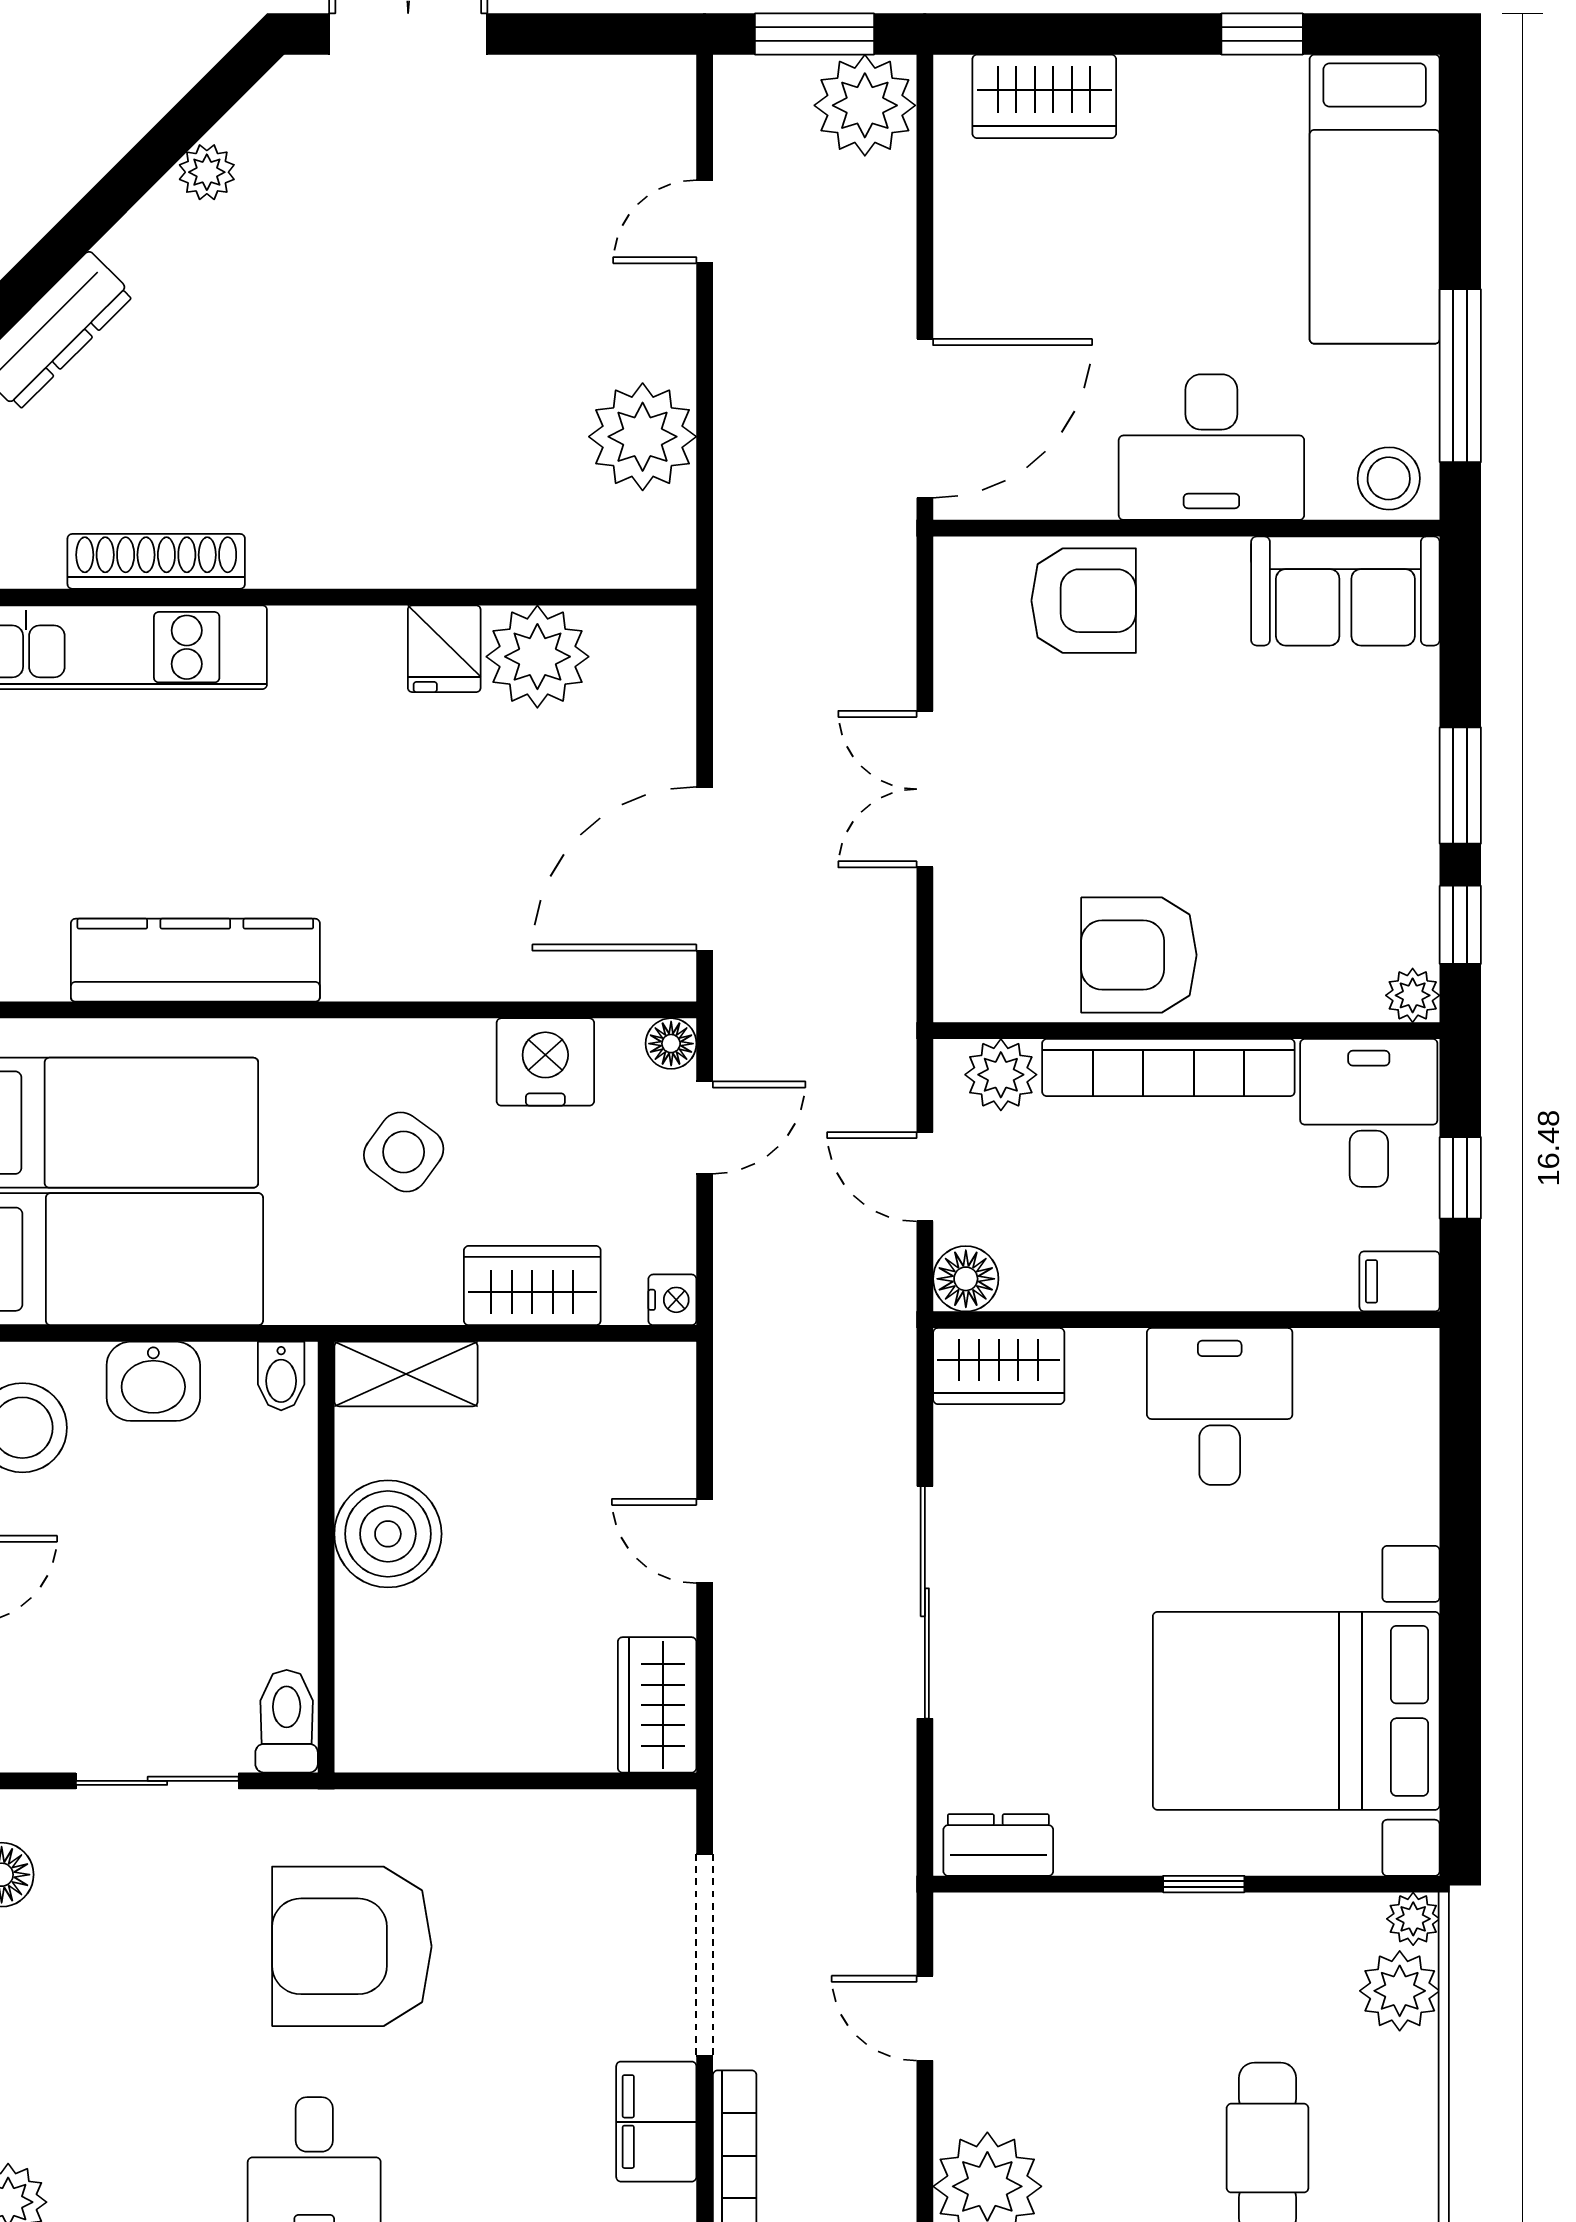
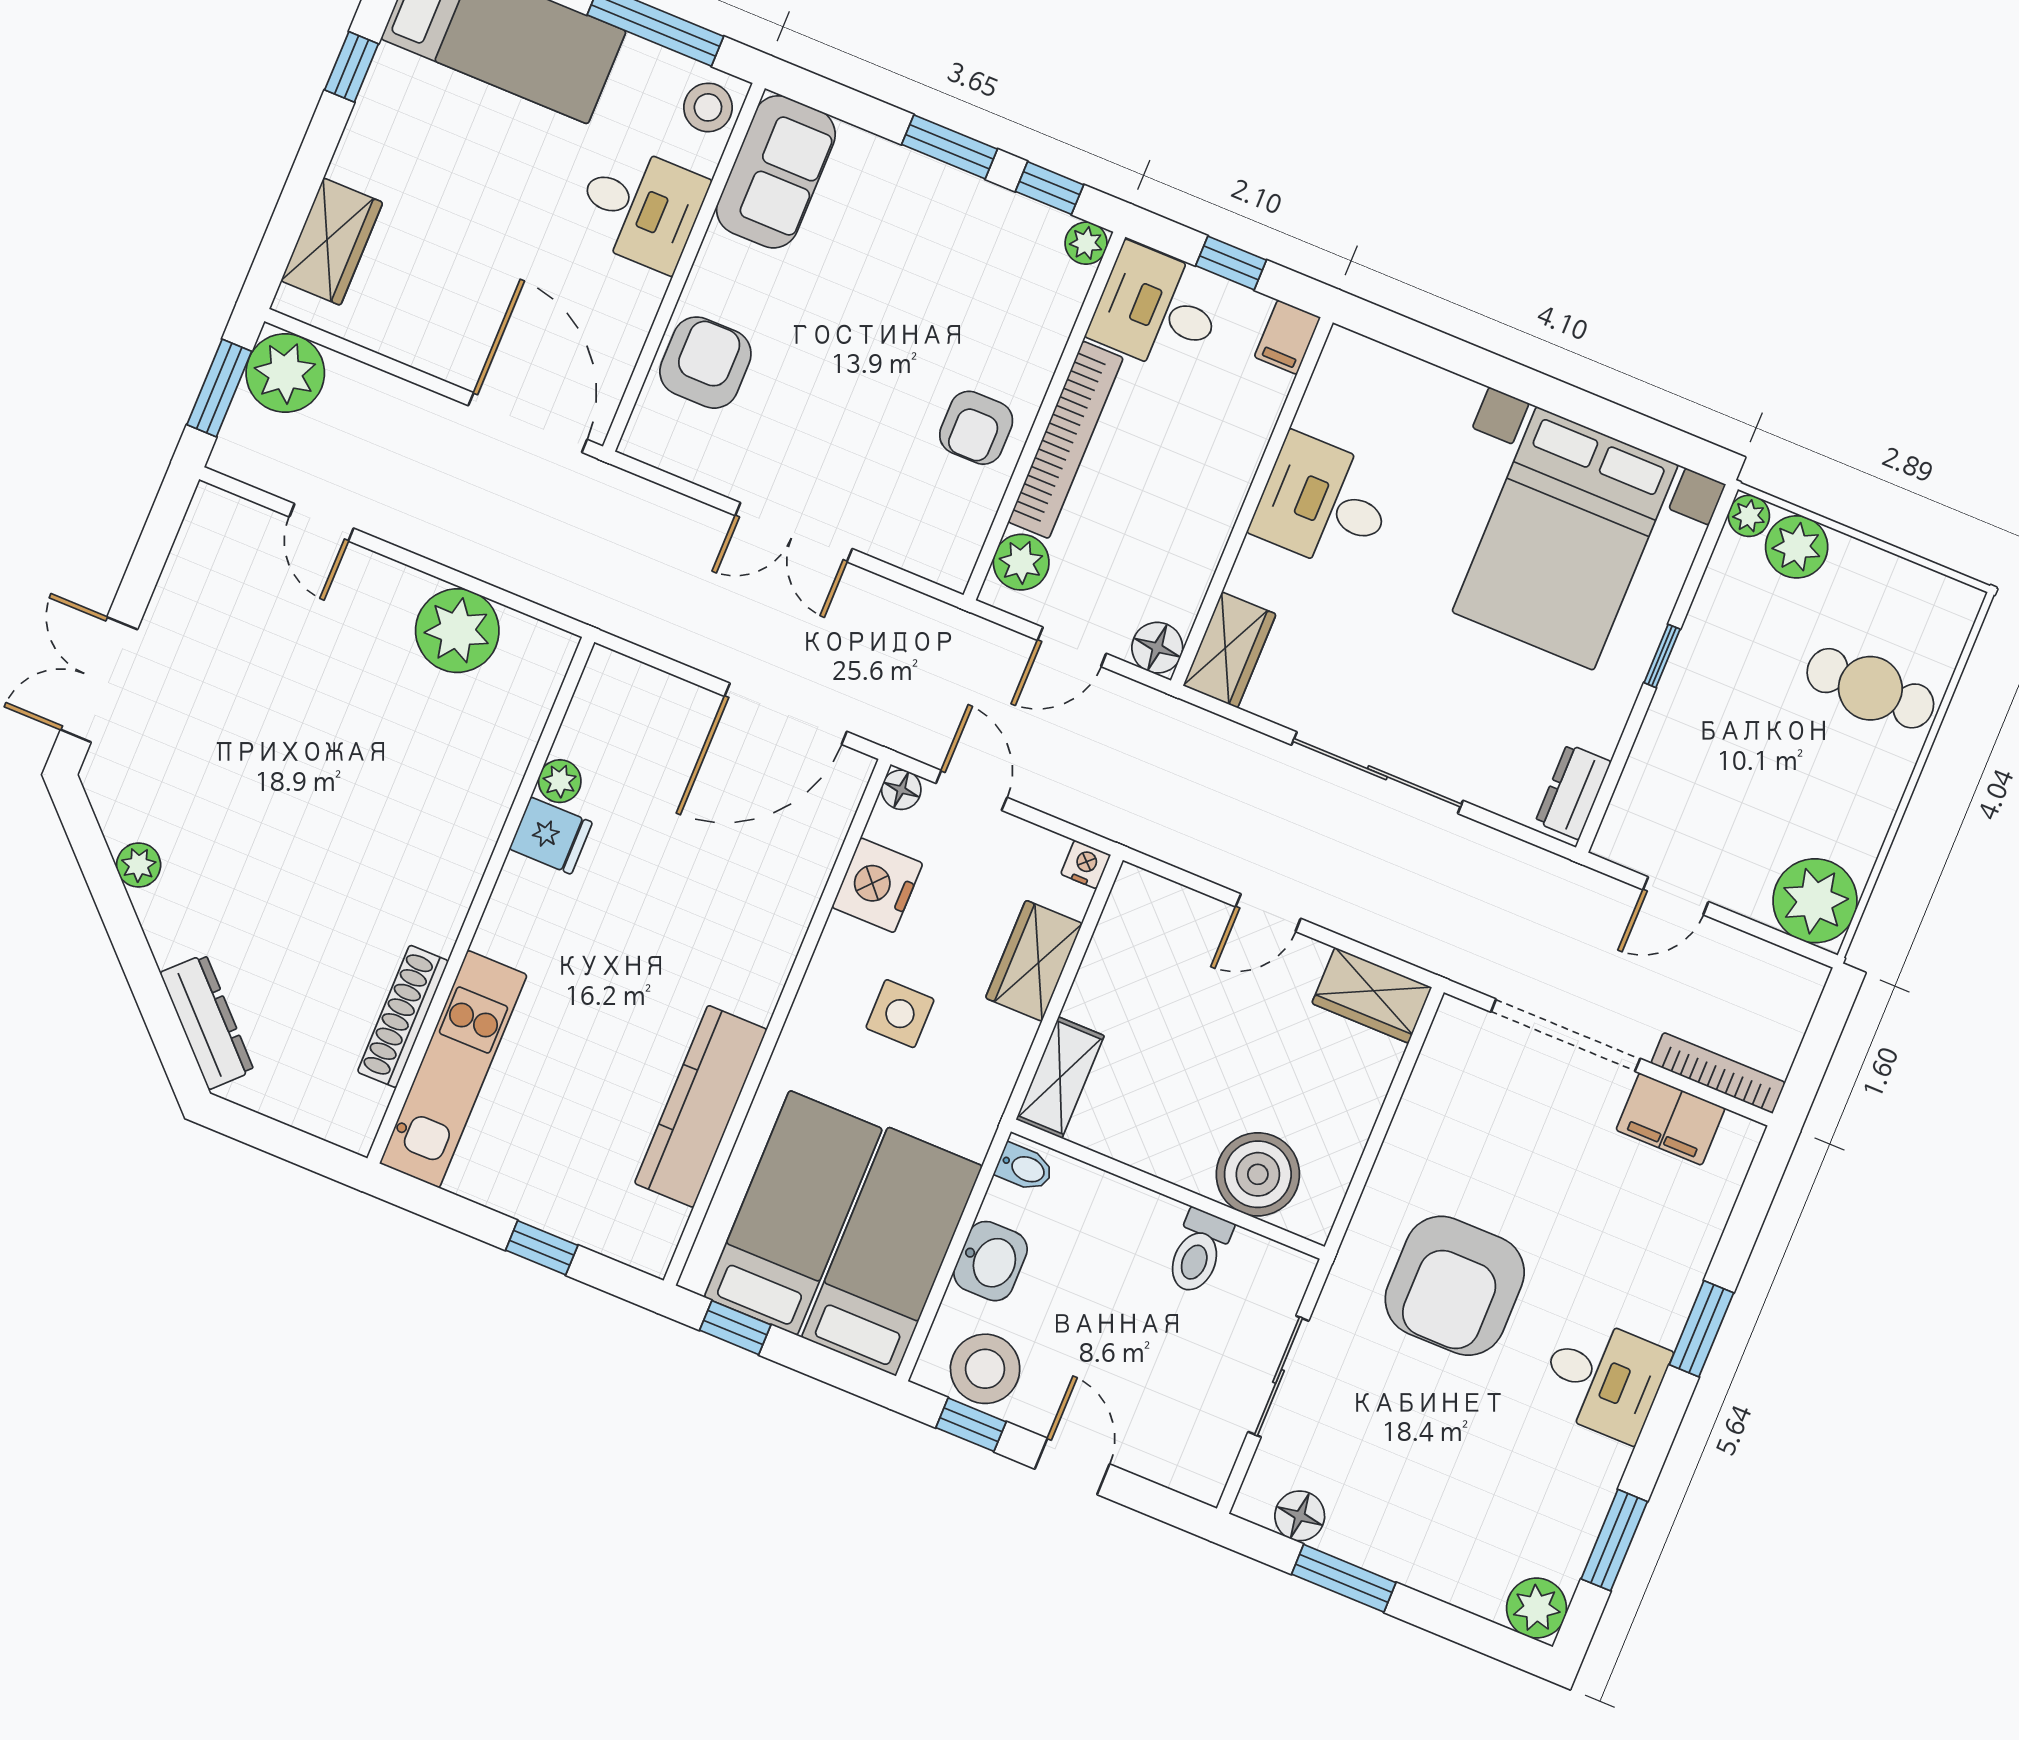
desk: (1211, 447) -> (640, 207), width x0.73
plant: (537, 657) -> (560, 781), width x0.53, depth x0.53
door: (705, 869) -> (786, 714), hinge flipped
armchair: (1139, 955) -> (976, 428), width x0.72, depth x0.72
side table: (404, 1152) -> (900, 1014), turned -36
boiler: (388, 1534) -> (1258, 1174), moved
toilet: (287, 1721) -> (1198, 1252), moved, turned -90

